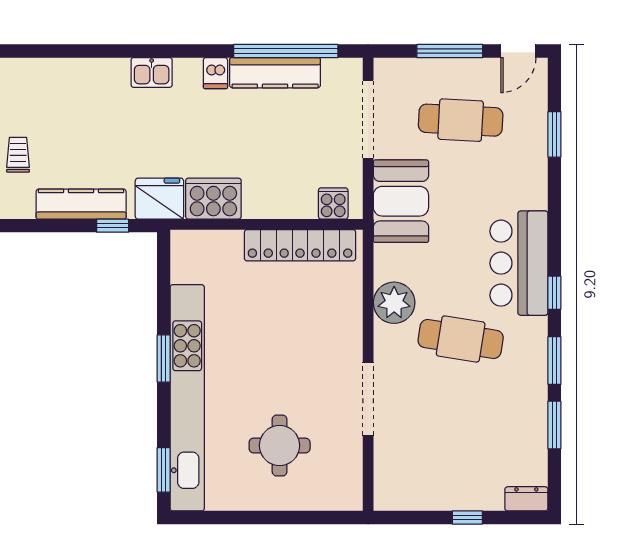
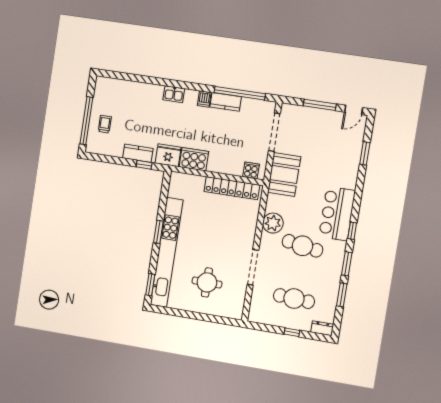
kitchen counter: (275, 73) -> (226, 102), width x0.67
cafe table: (461, 120) -> (294, 299), moved
kitchen counter: (81, 204) -> (138, 153), width x0.67

